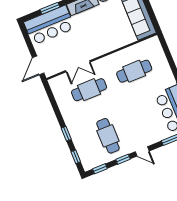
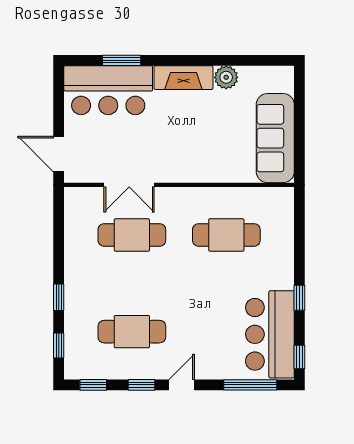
door: (38, 65) -> (59, 154), hinge flipped
cafe table: (108, 136) -> (132, 332), turned 90
door: (142, 151) -> (182, 385), swing flipped

